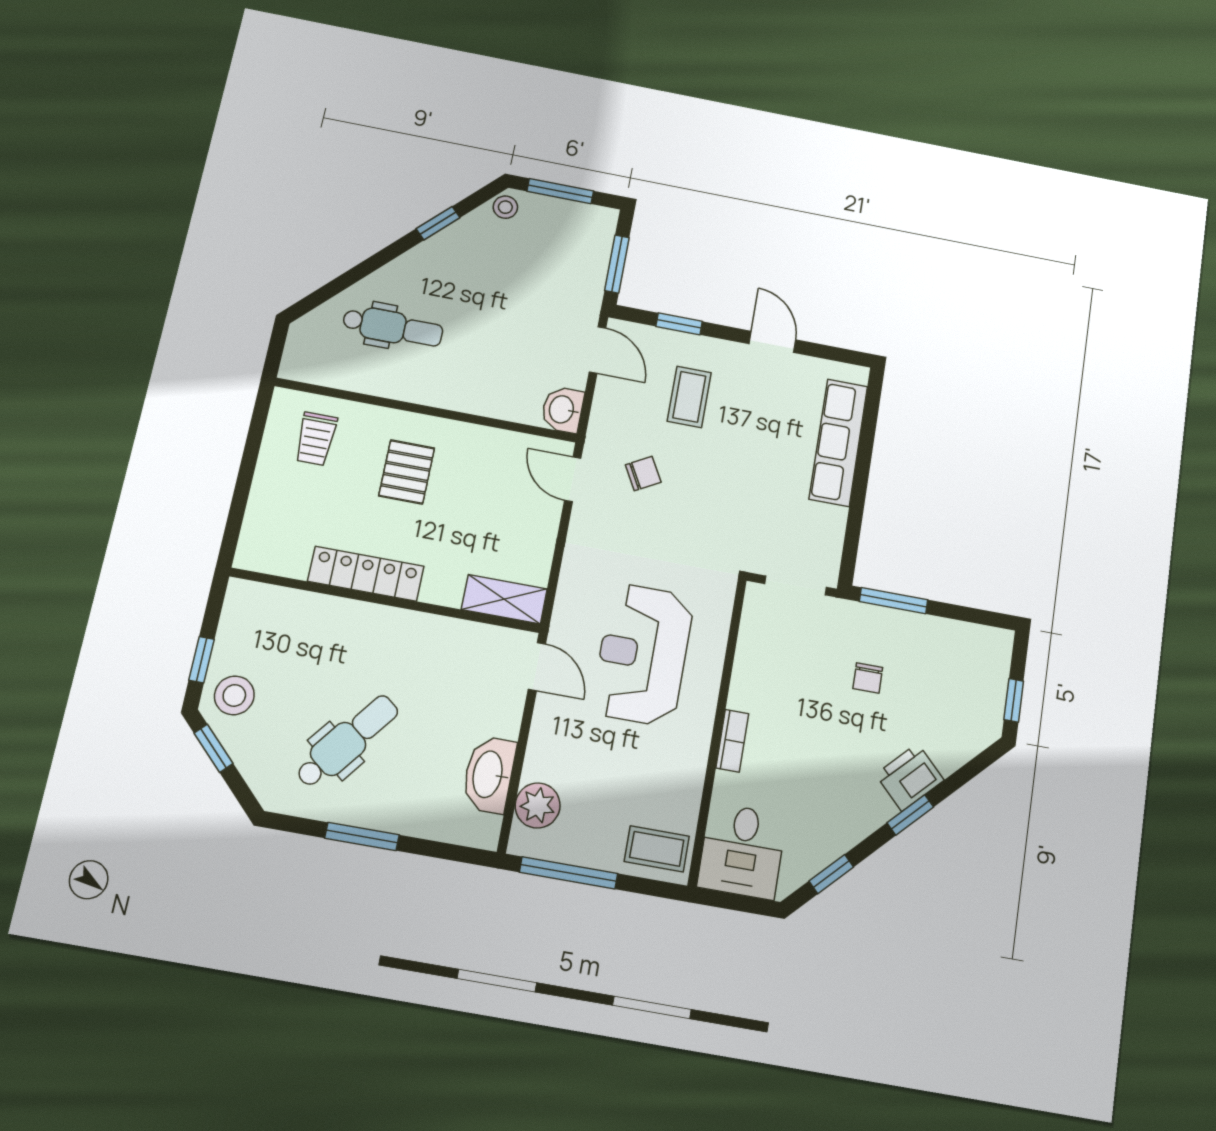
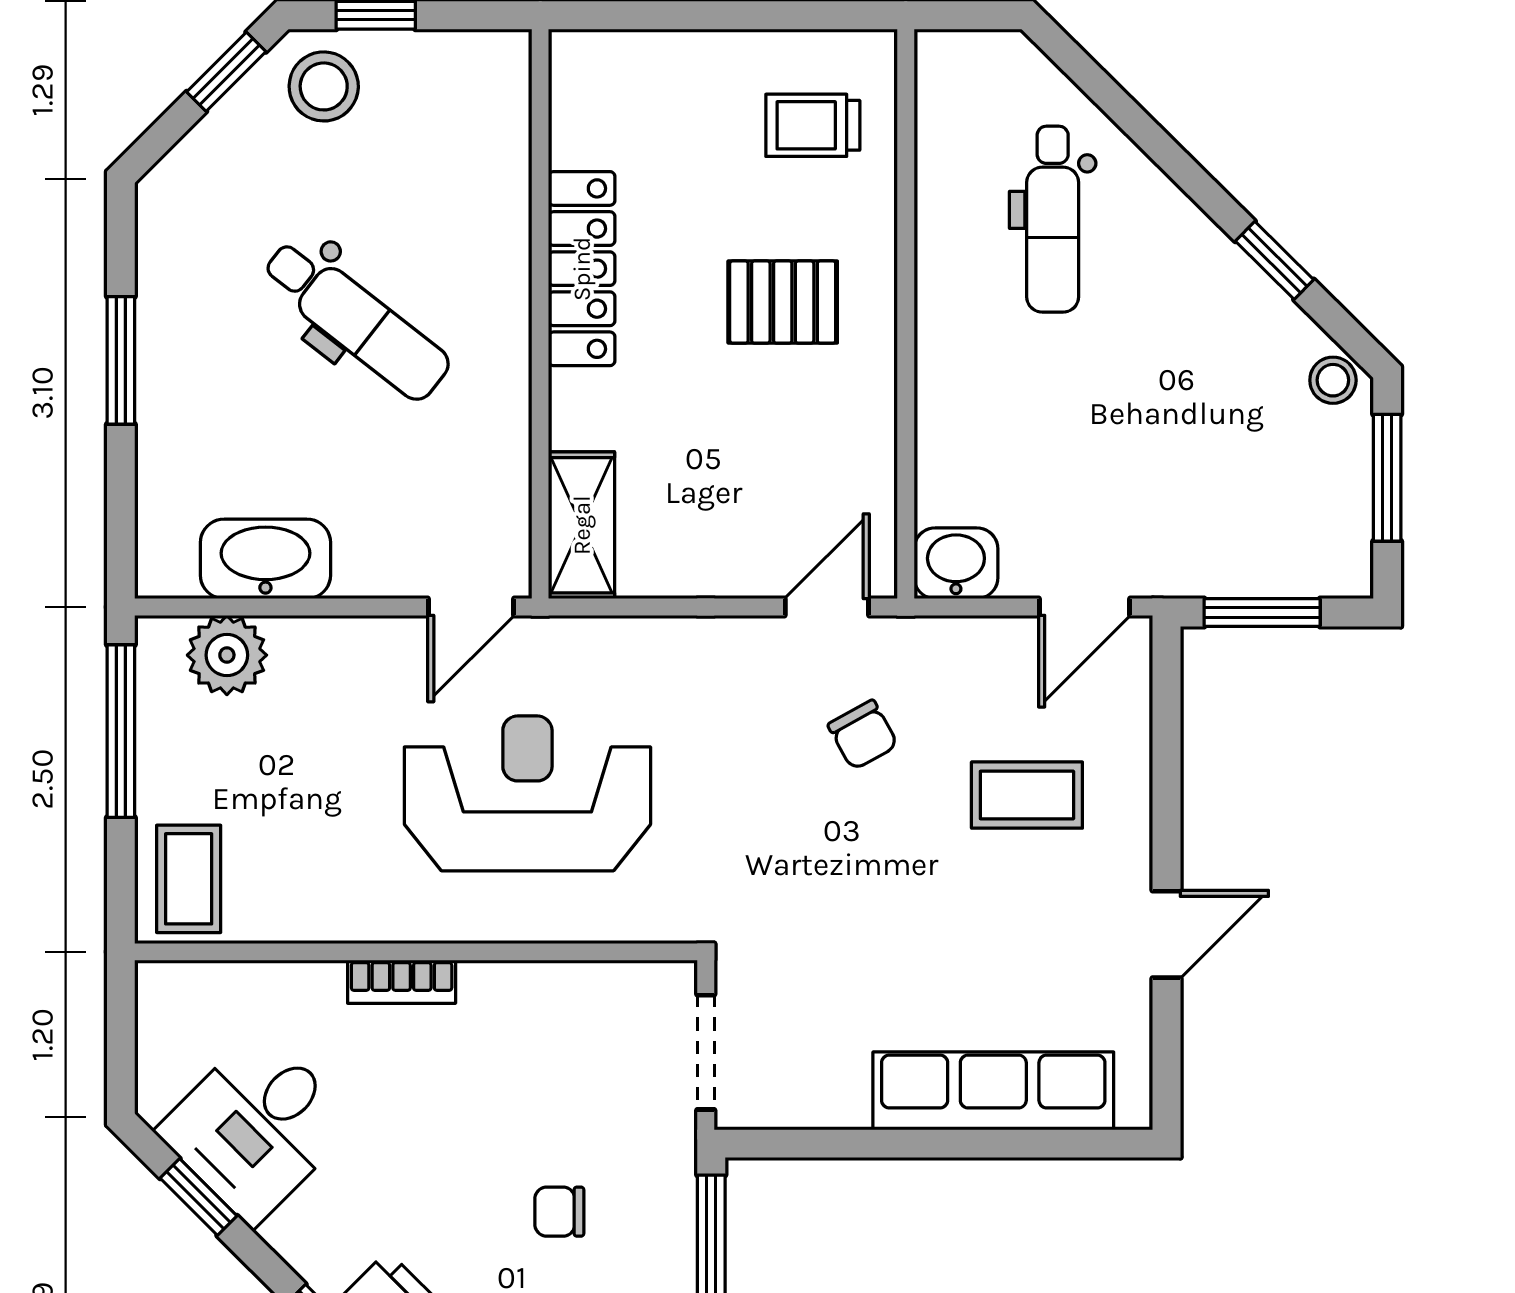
window: (679, 324) -> (1166, 751), removed
dental chair: (347, 741) -> (356, 320), moved
desk: (742, 851) -> (256, 1127), moved, turned -45

